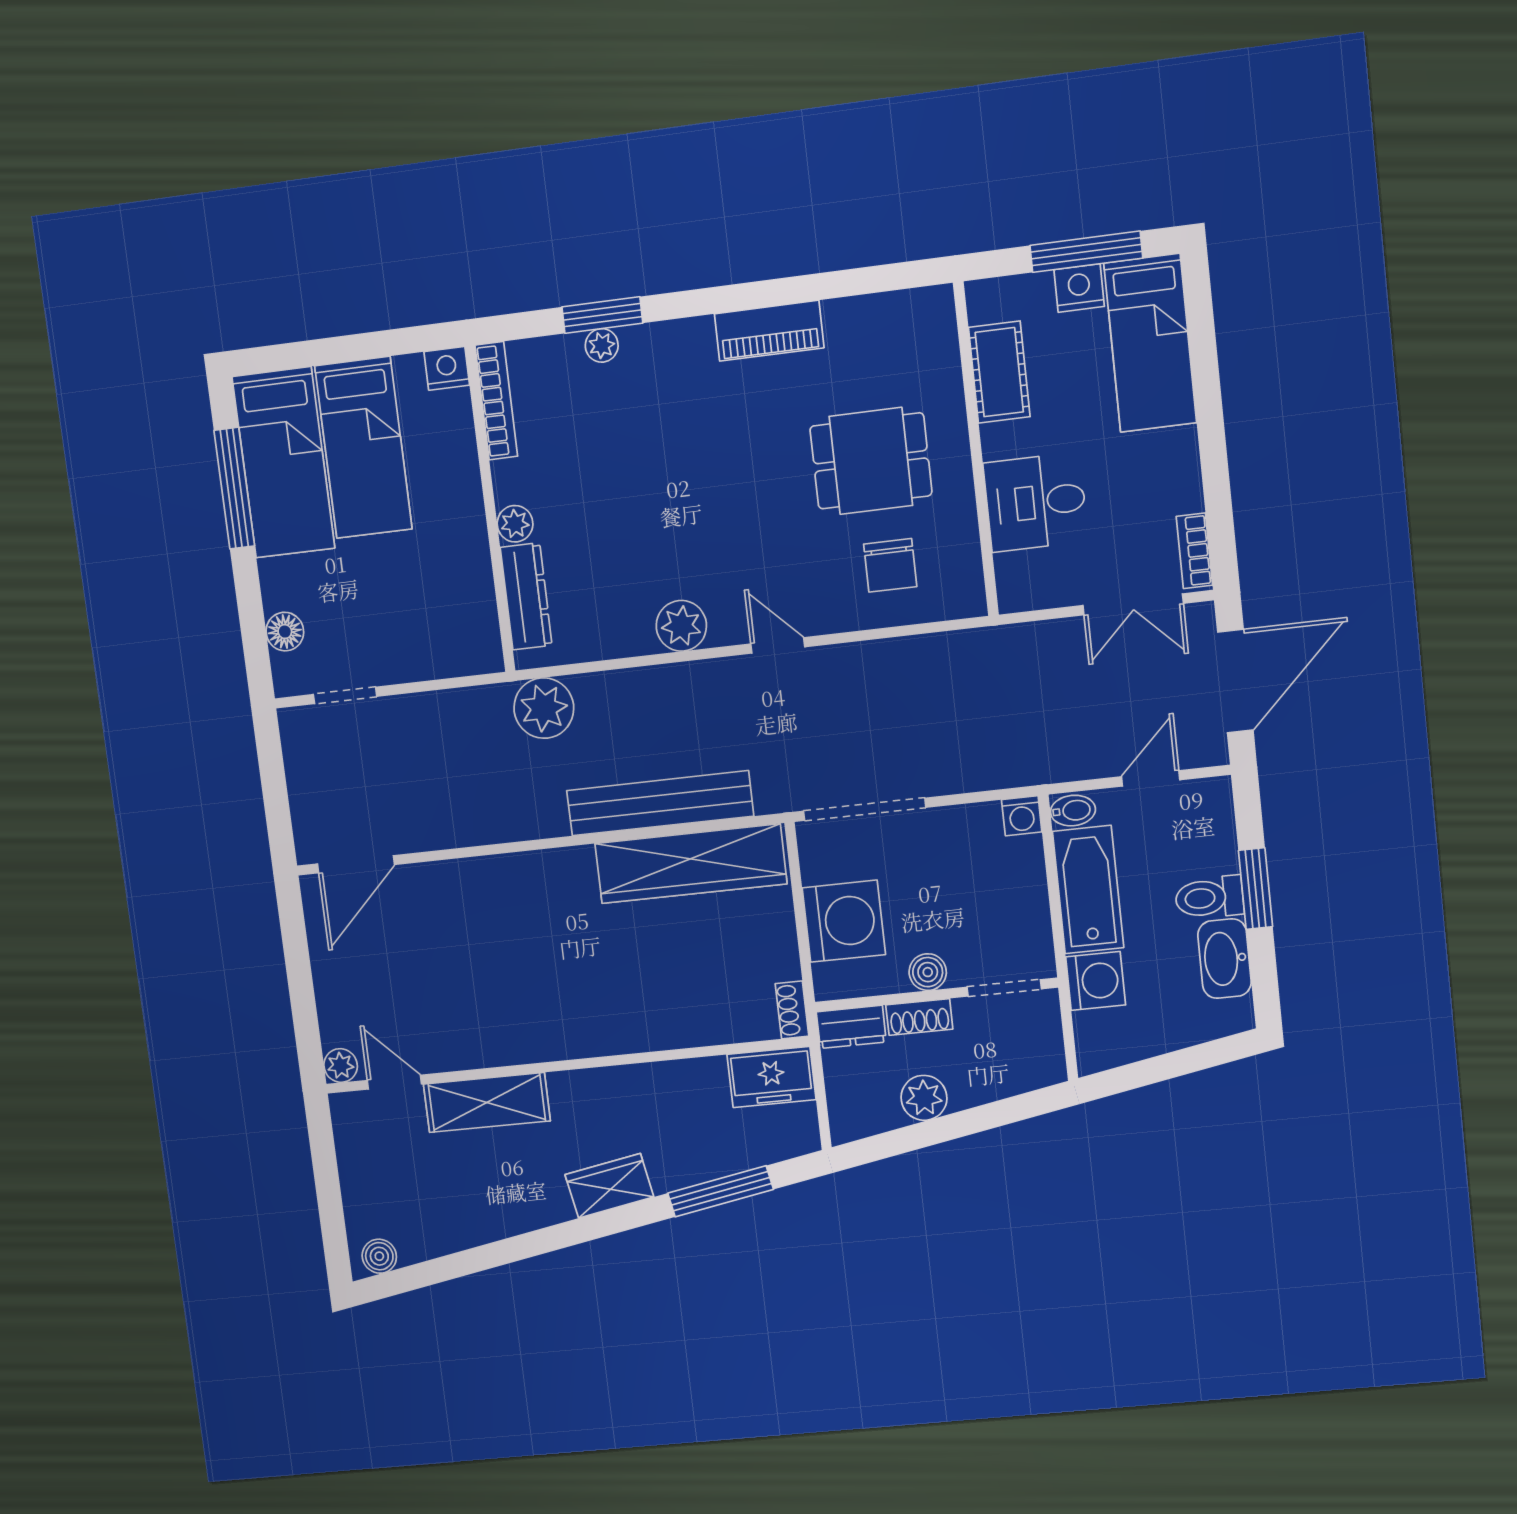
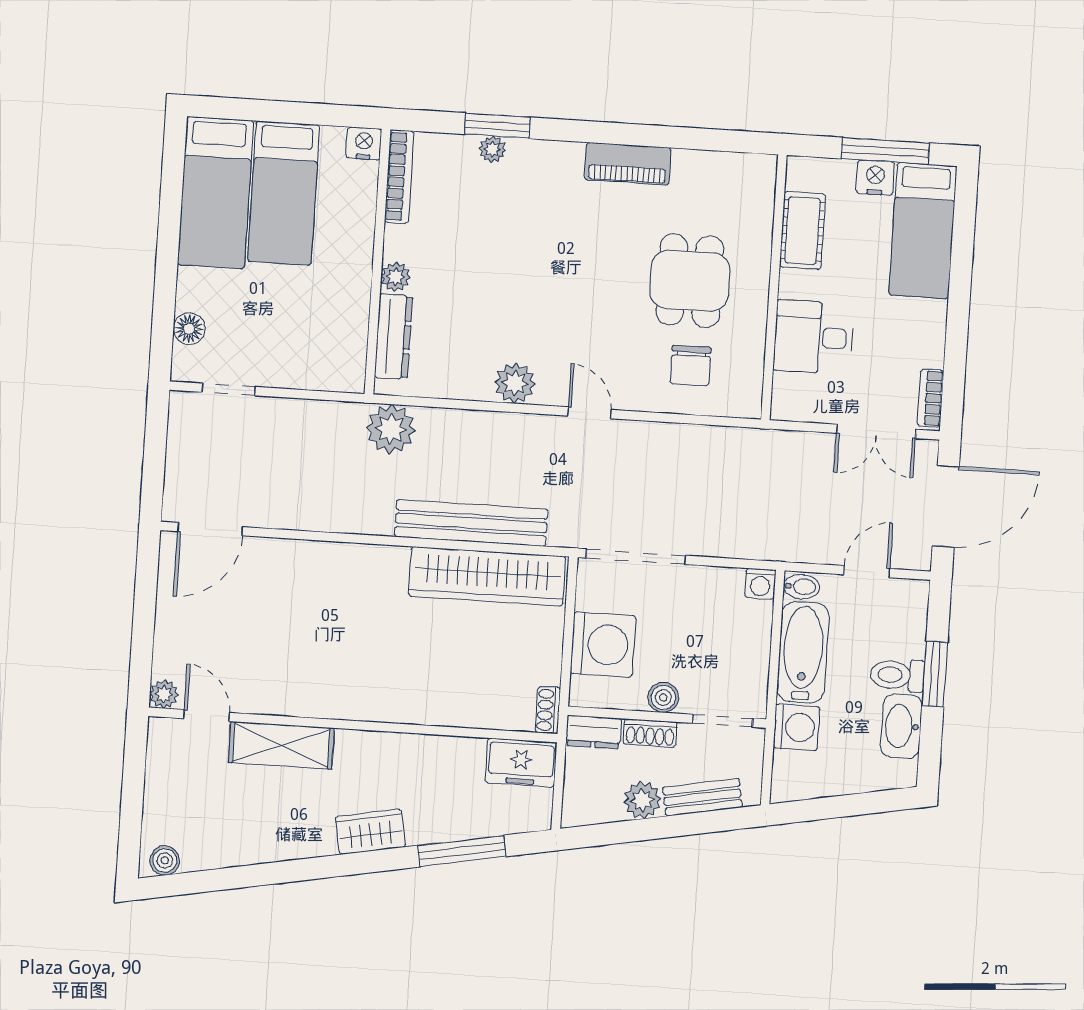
dining table: (871, 461) -> (690, 281), turned 90
window: (234, 488) -> (171, 206), removed
bench: (996, 1083) -> (702, 797), added

